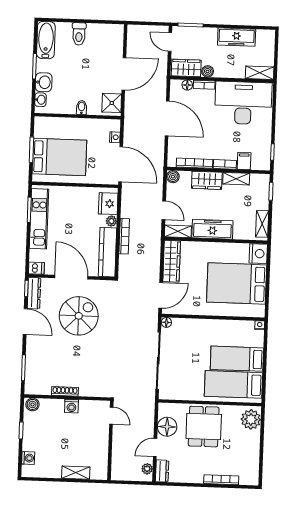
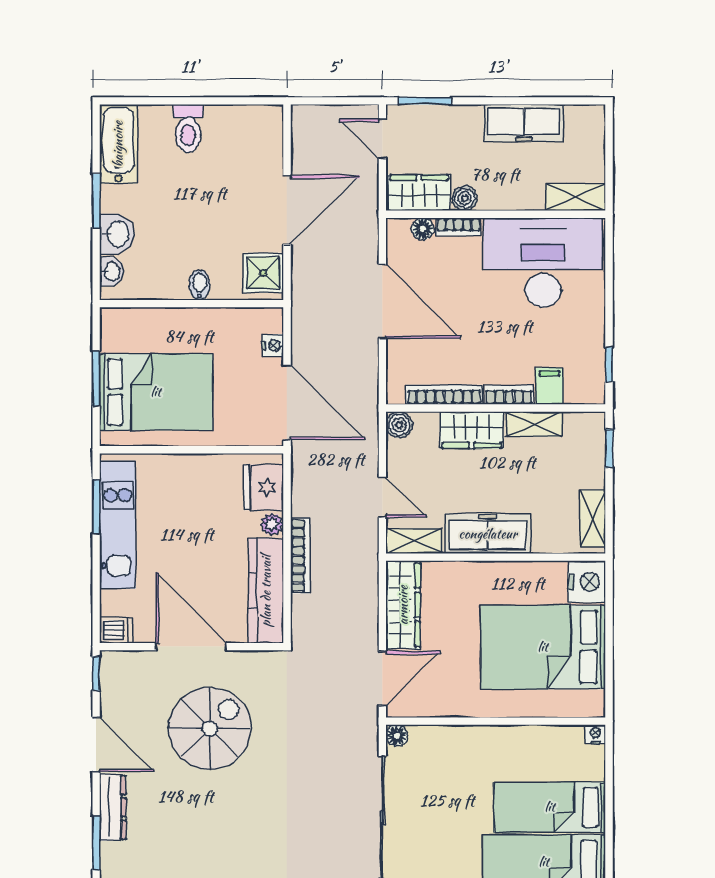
dresser: (34, 293) -> (113, 807), moved

